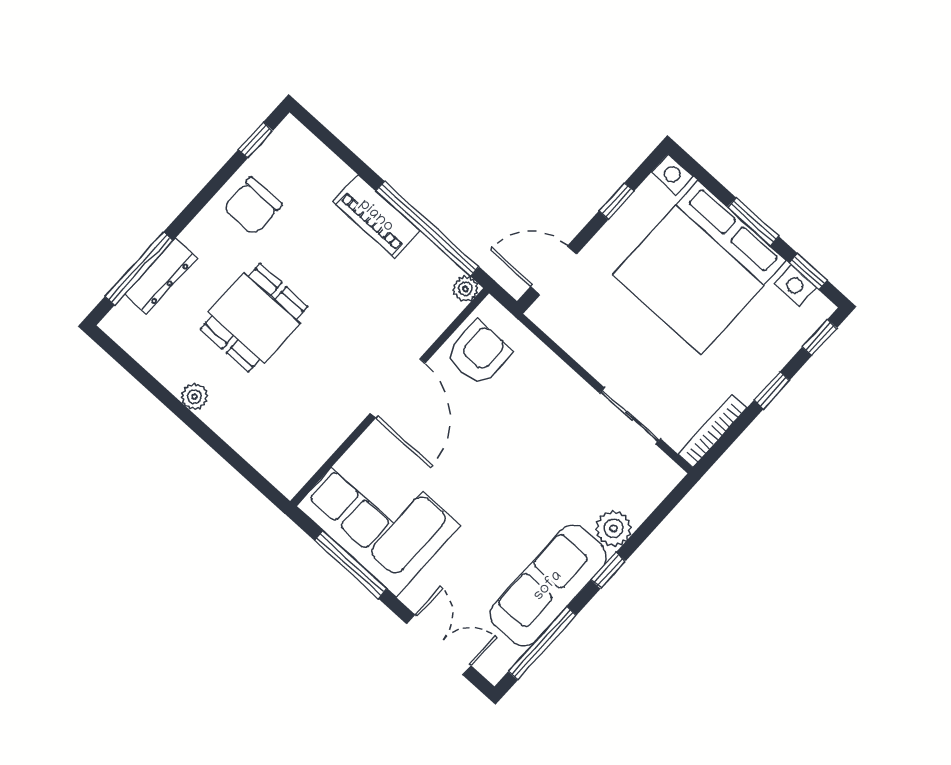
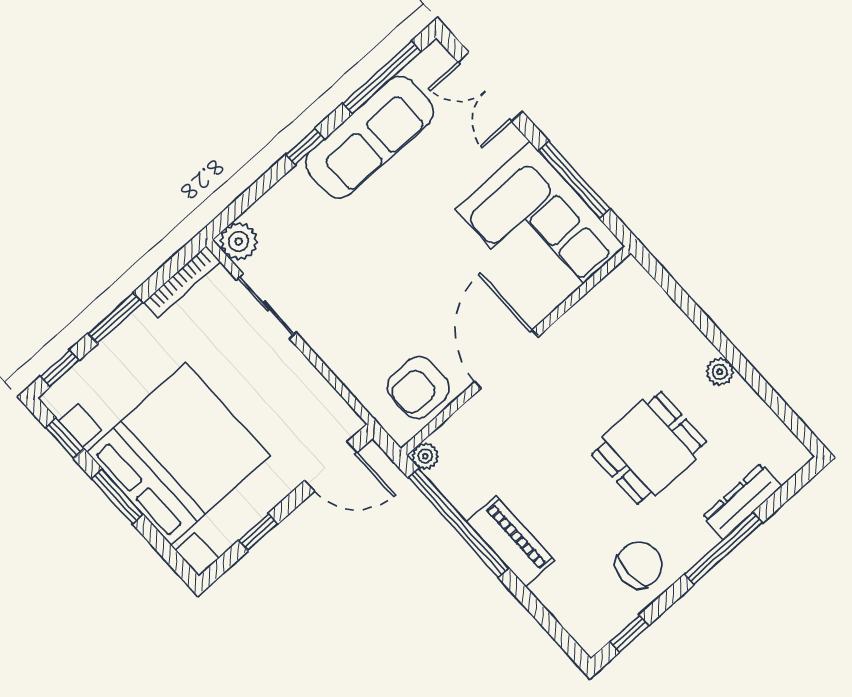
window: (139, 269) -> (724, 548), moved
window: (772, 390) -> (115, 318), width x1.50
plant: (614, 528) -> (239, 241), moved

